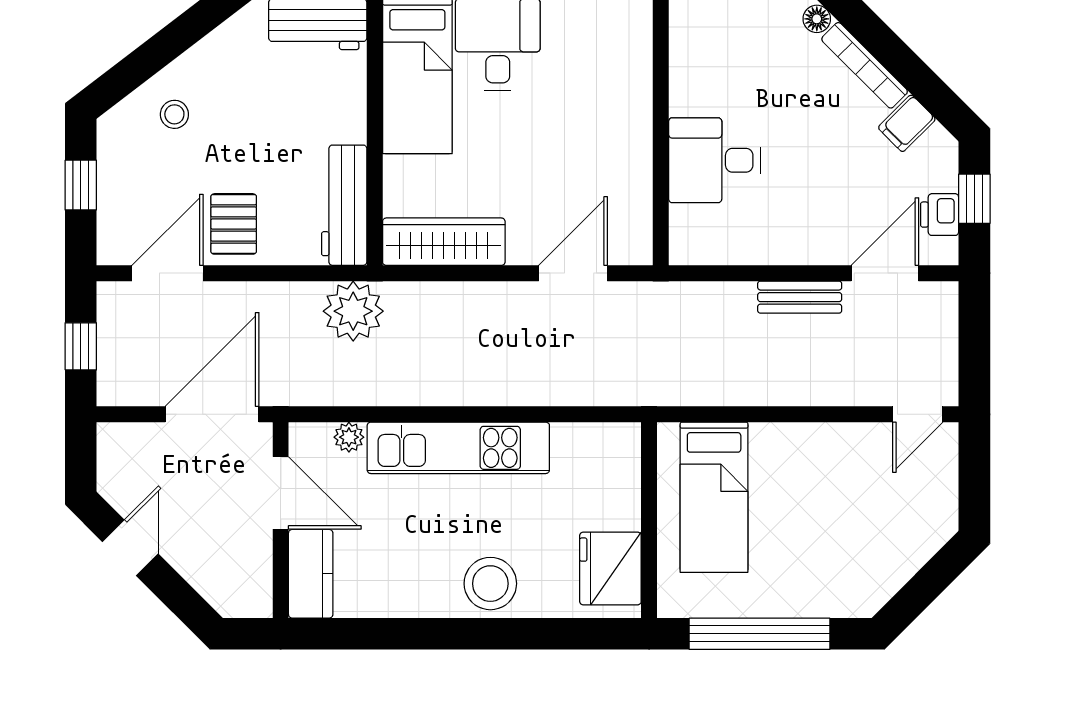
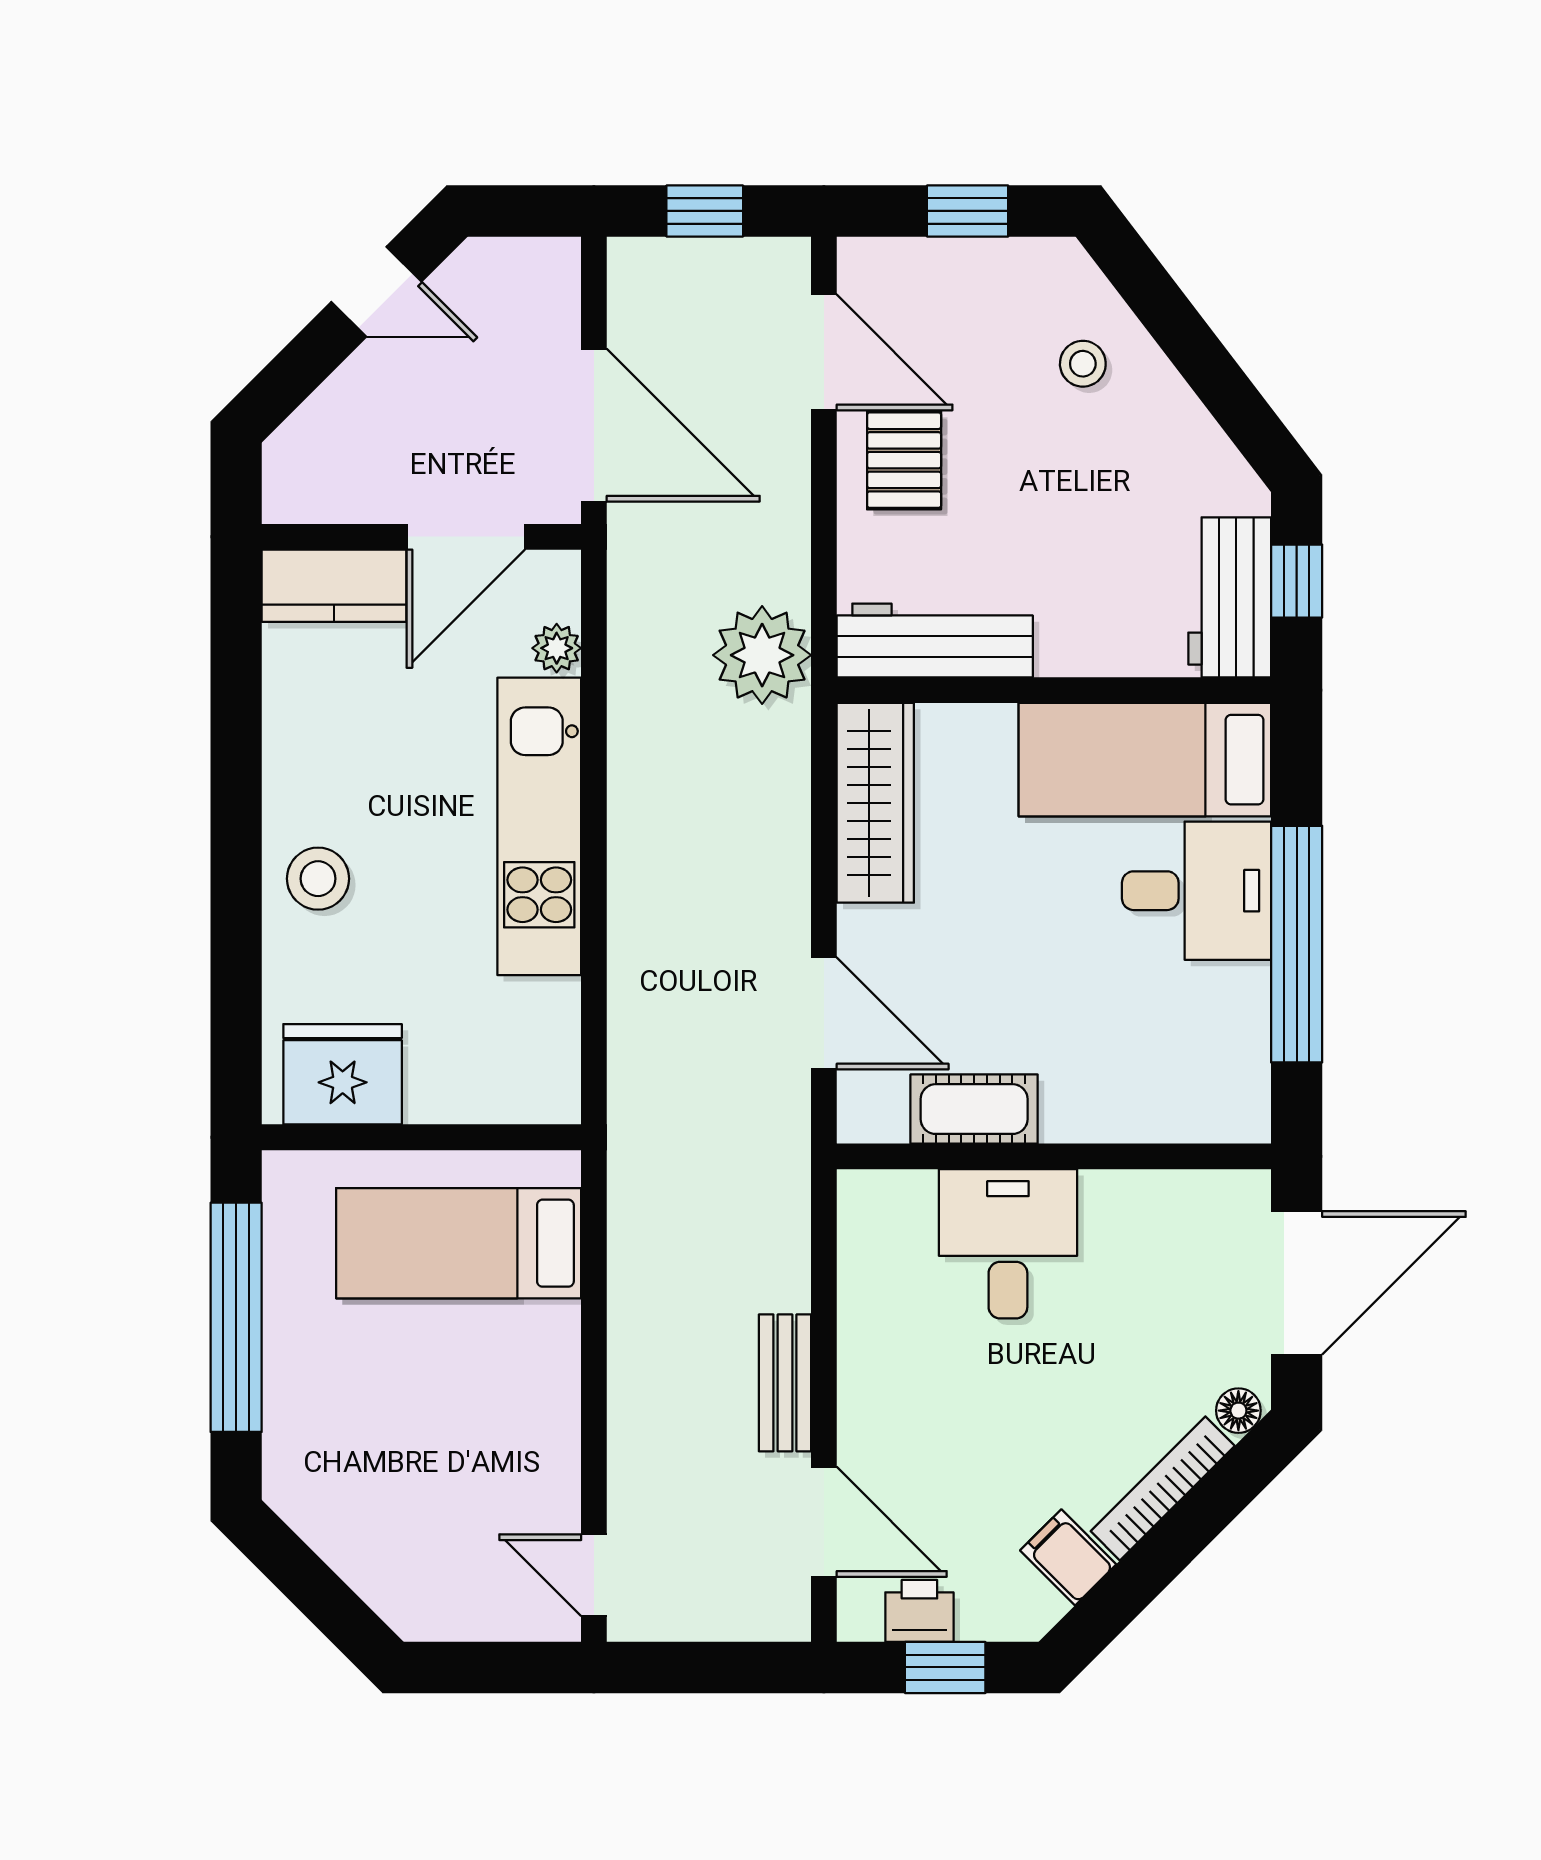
cot: (632, 181) -> (974, 1109), added
pallet: (234, 224) -> (904, 460), turned 90
stool: (490, 584) -> (318, 879), width x0.73, depth x0.73

